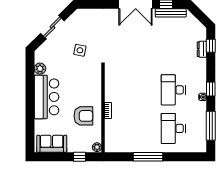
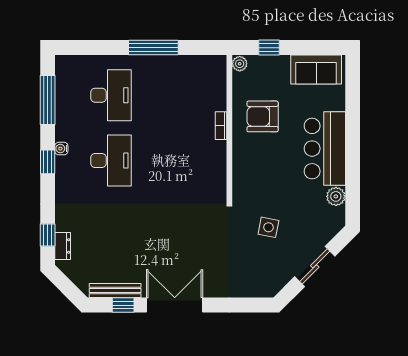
dresser: (202, 49) -> (63, 246), moved

